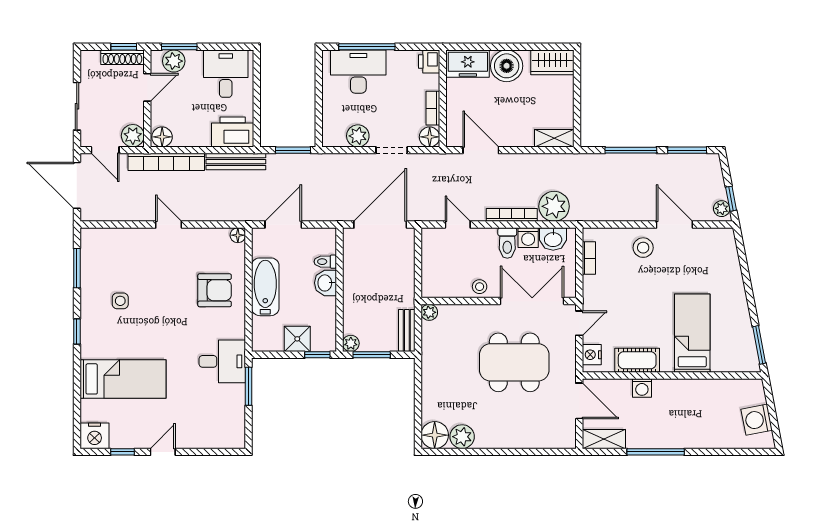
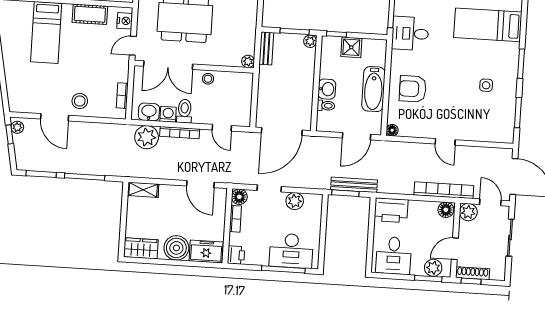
bench: (236, 162) -> (354, 185), moved
window: (77, 331) -> (521, 64), width x1.50

